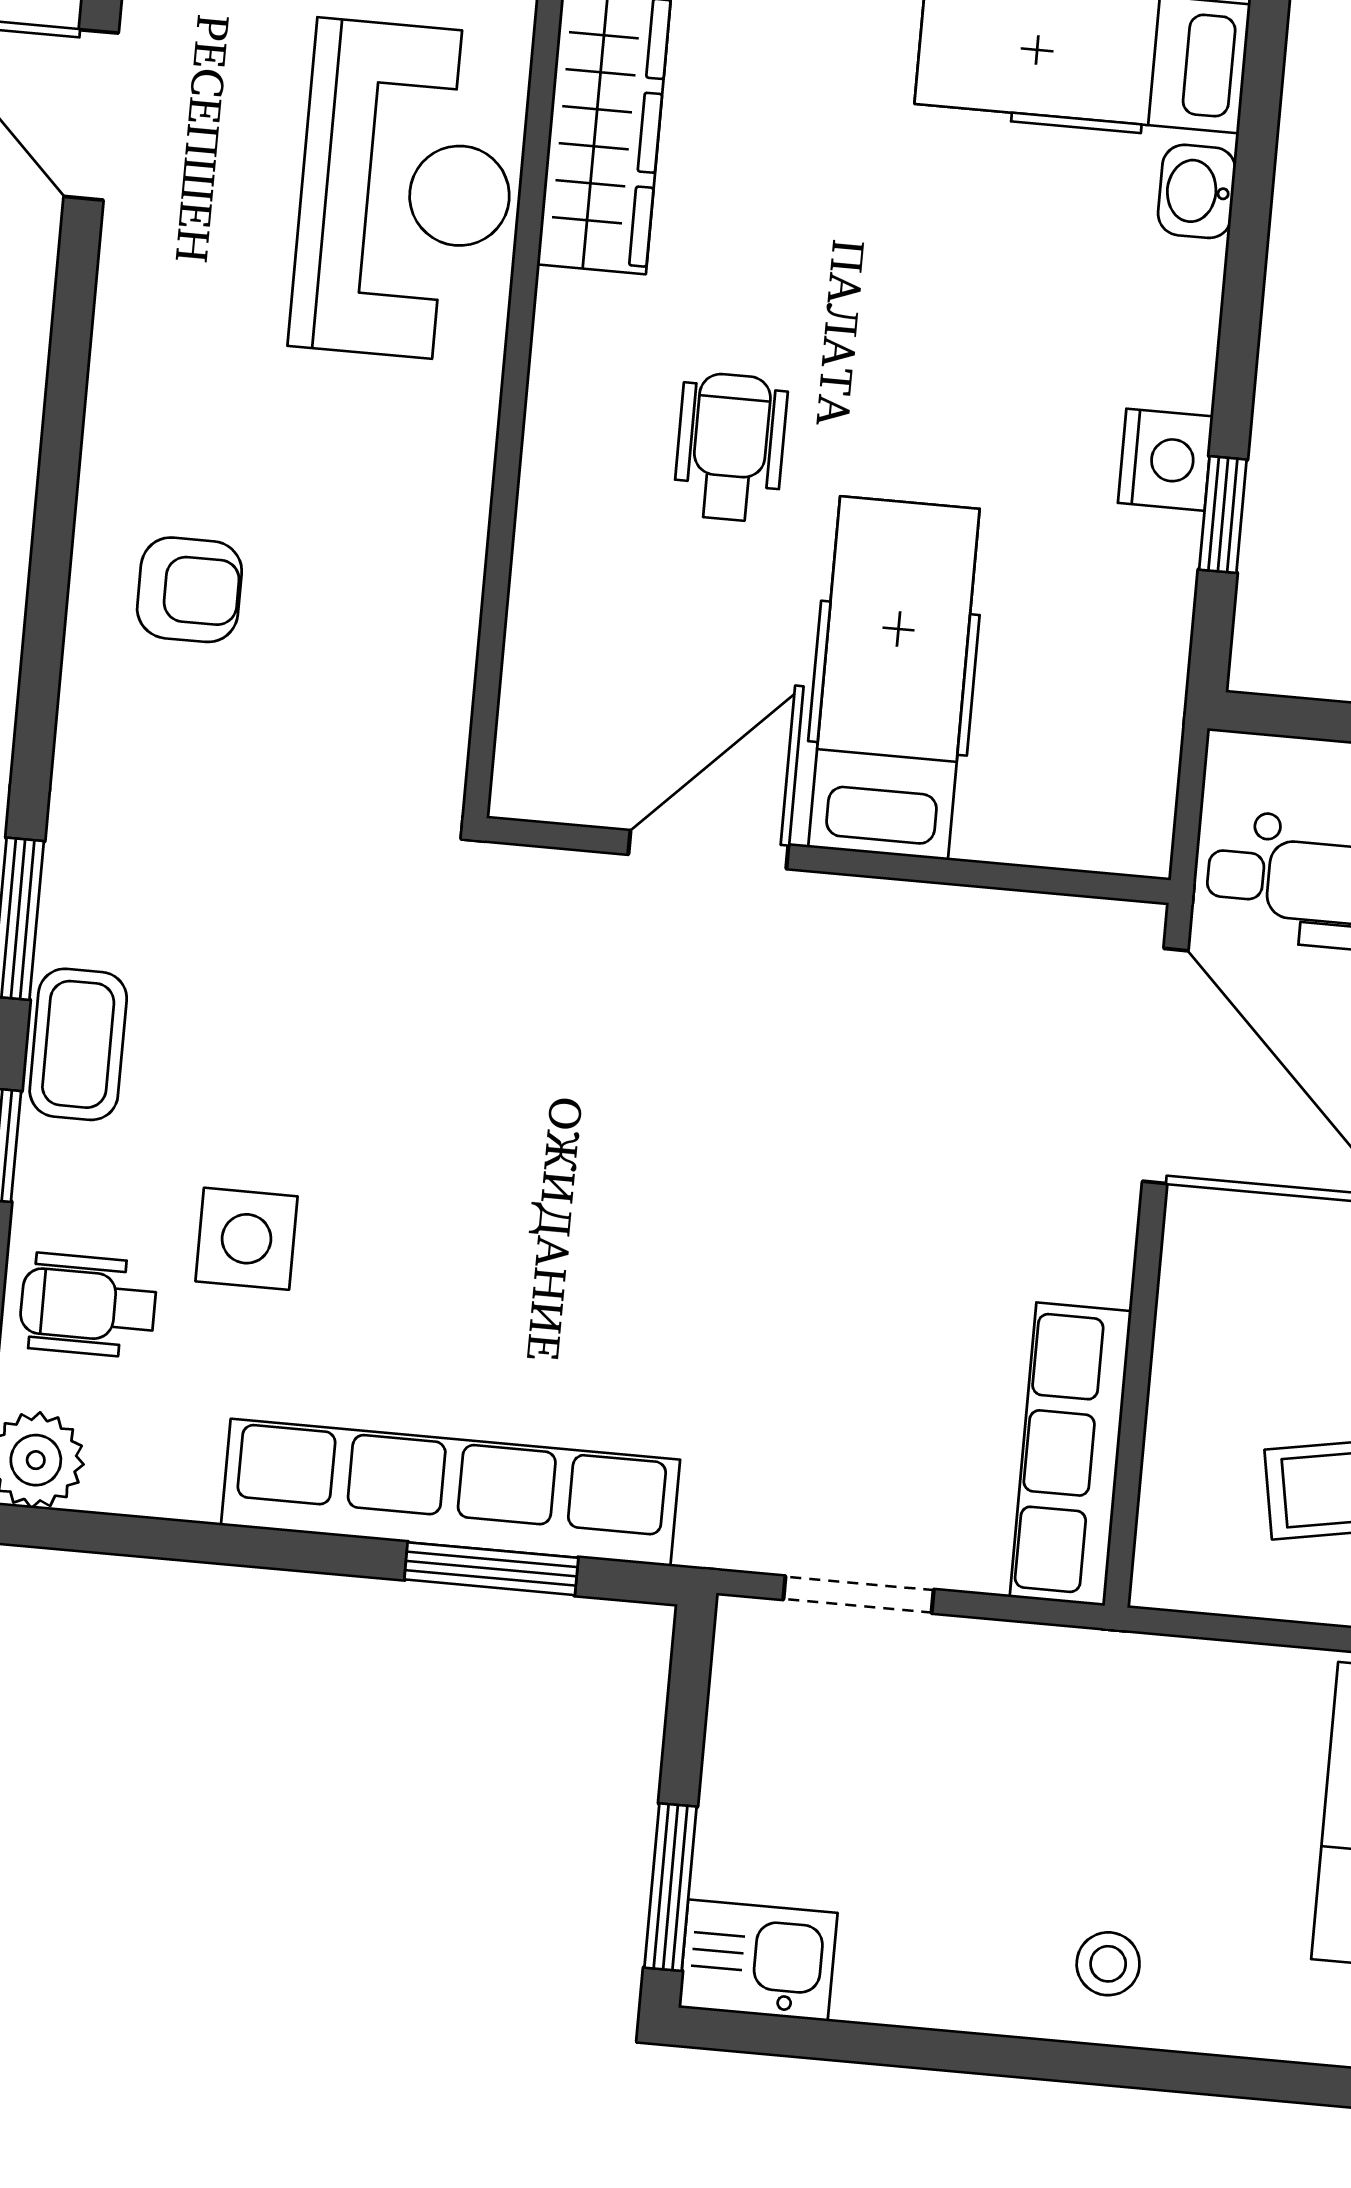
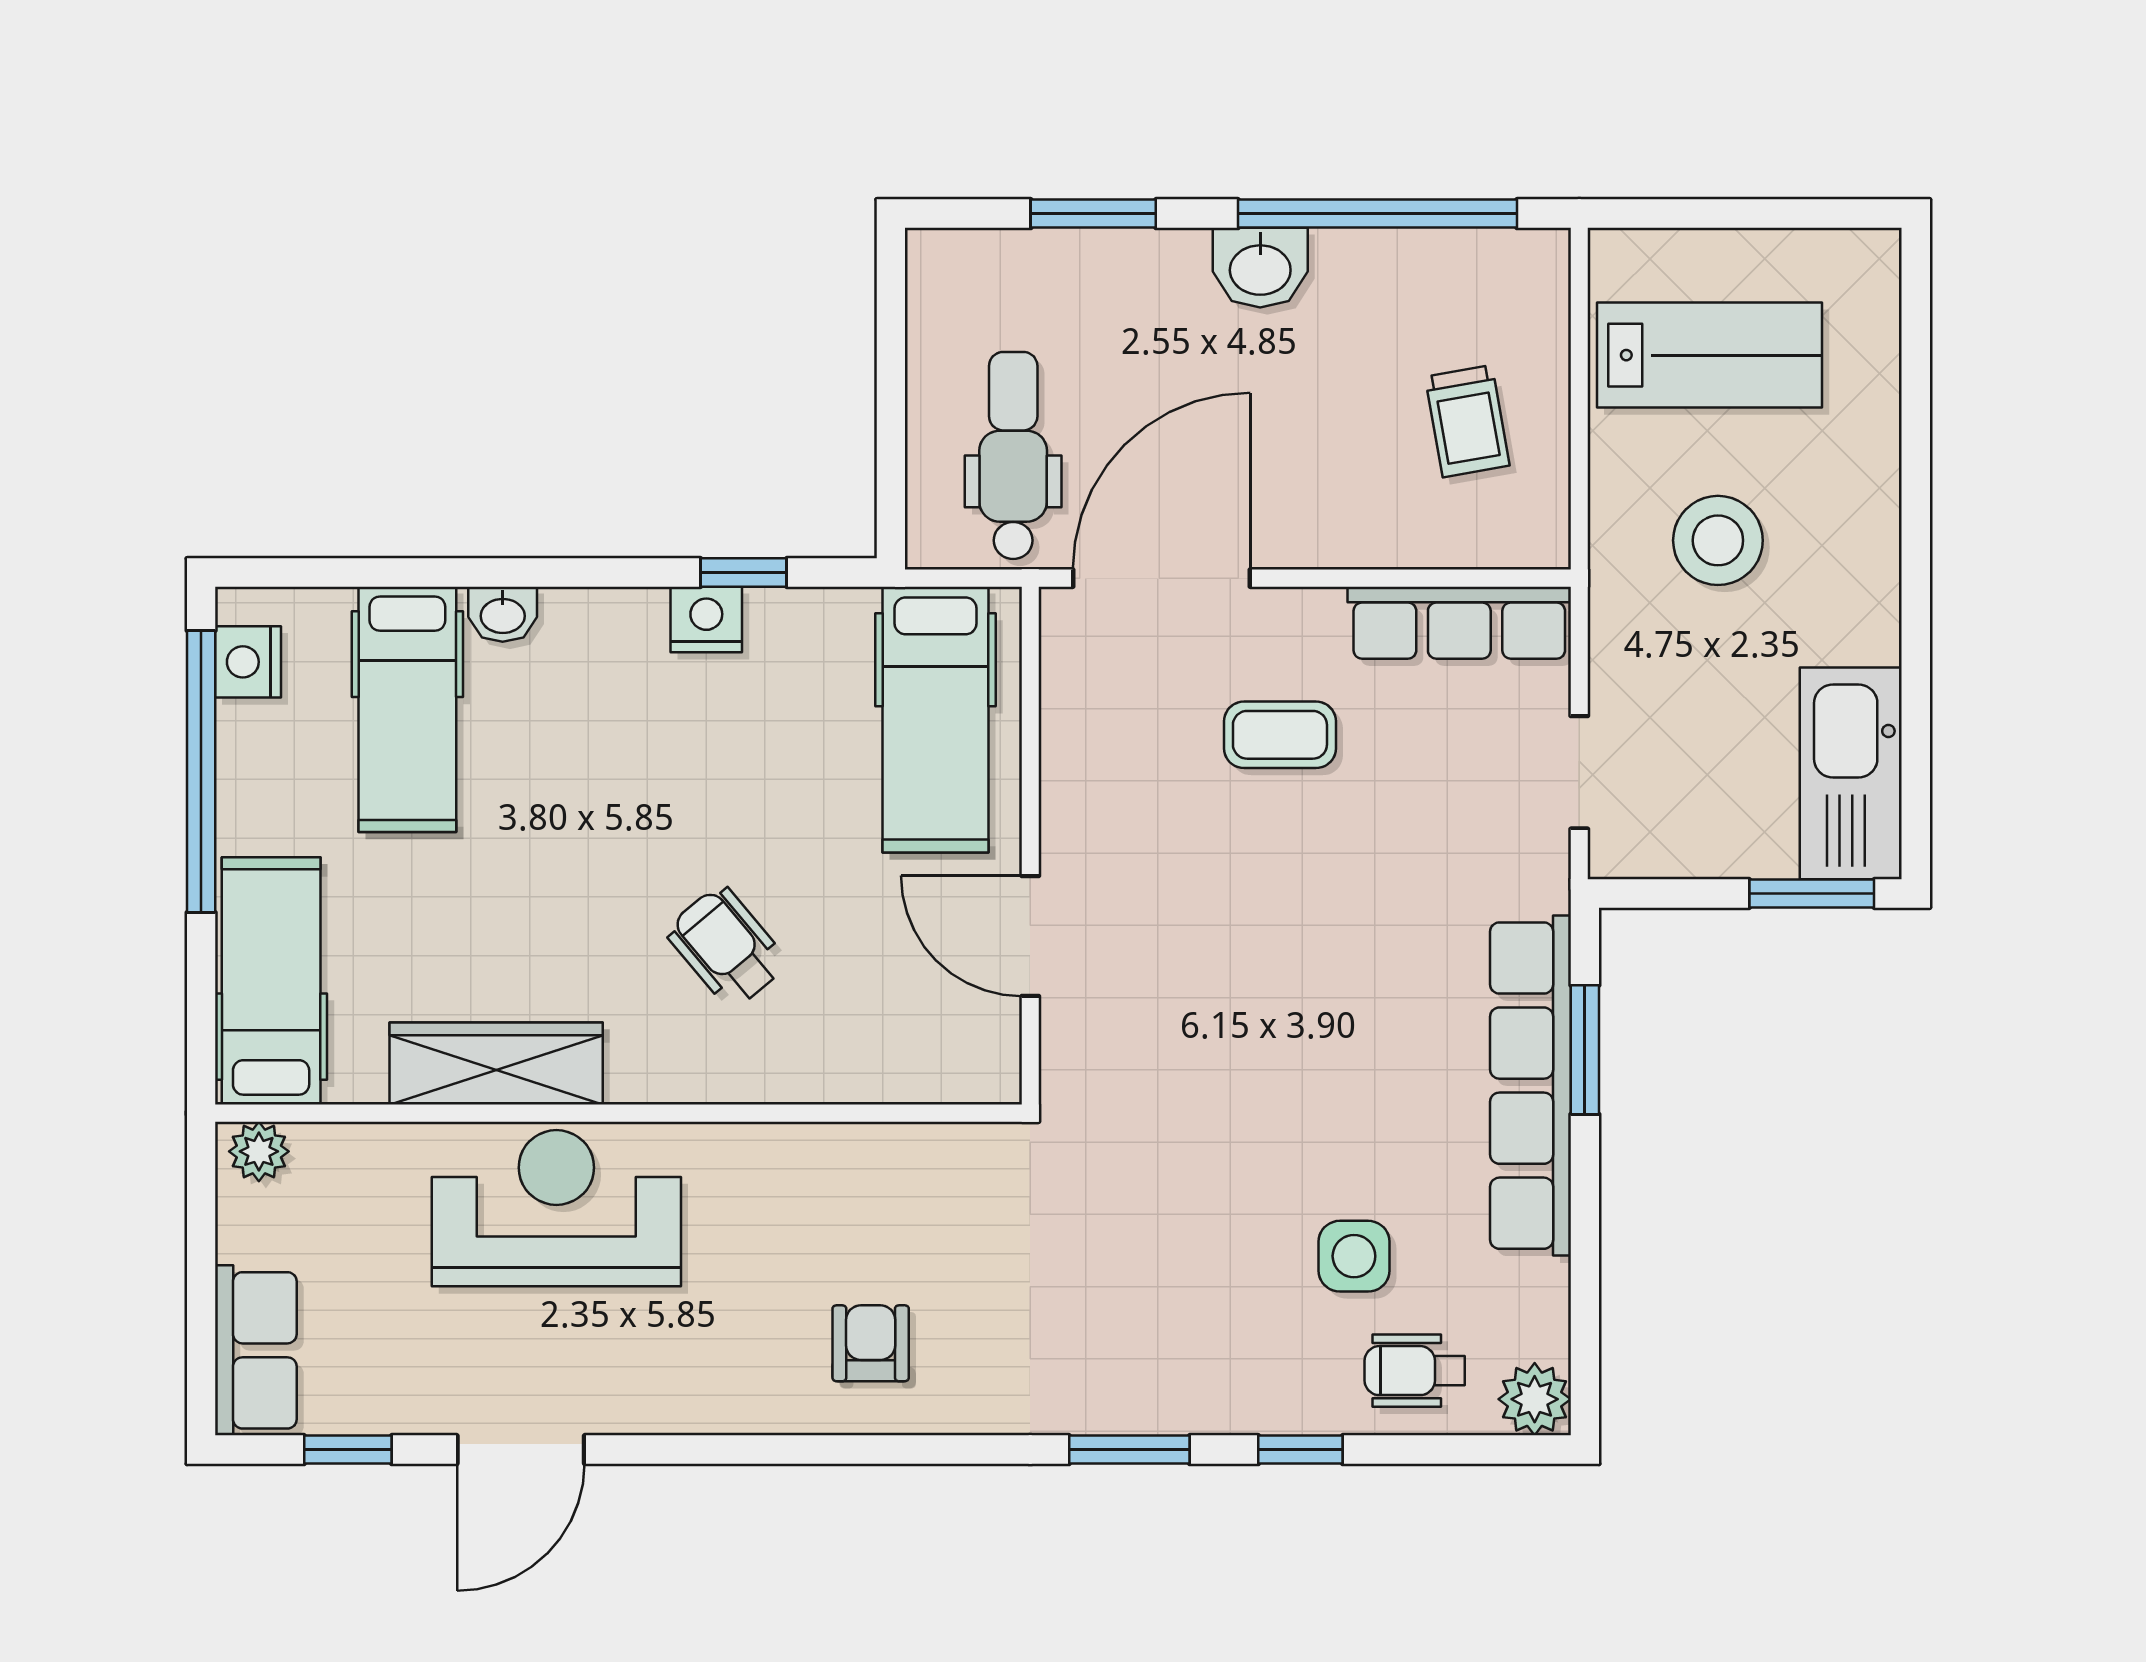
wheelchair: (730, 447) -> (727, 947), turned 50
hospital bed: (894, 678) -> (936, 720), moved, turned -90
coffee table: (78, 1044) -> (1280, 735), moved
wheelchair: (88, 1305) -> (1415, 1371), turned 90
kitchen sink: (758, 1960) -> (1851, 773), width x1.88, depth x1.24
stool: (1108, 1964) -> (1718, 540), moved, width x1.89, depth x1.89

